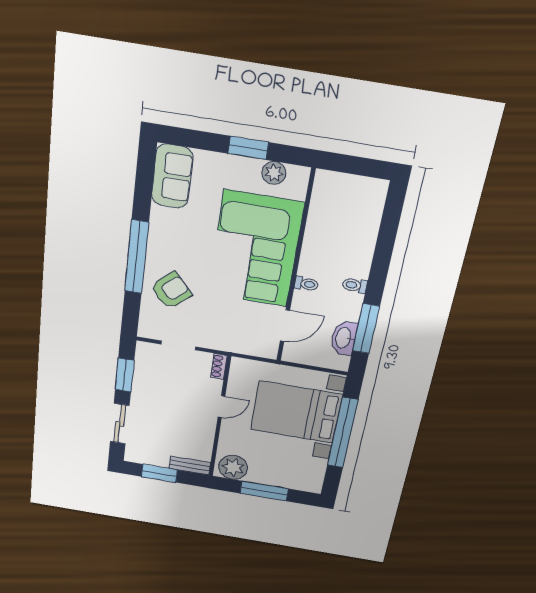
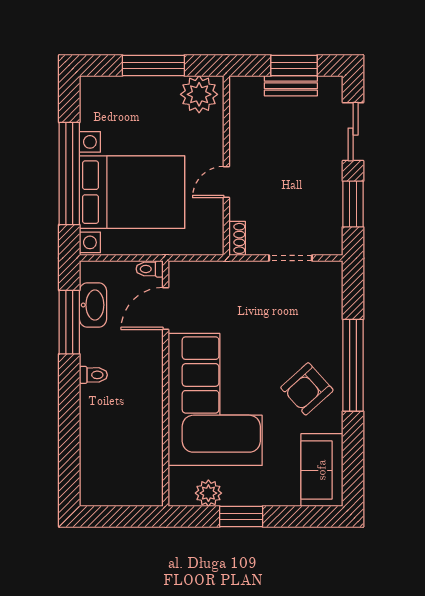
toilet: (306, 284) -> (150, 269), moved
armchair: (171, 290) -> (307, 389), moved
bench: (190, 465) -> (291, 86), moved

